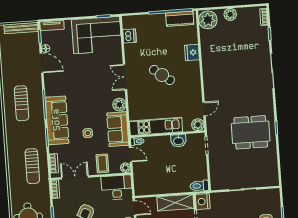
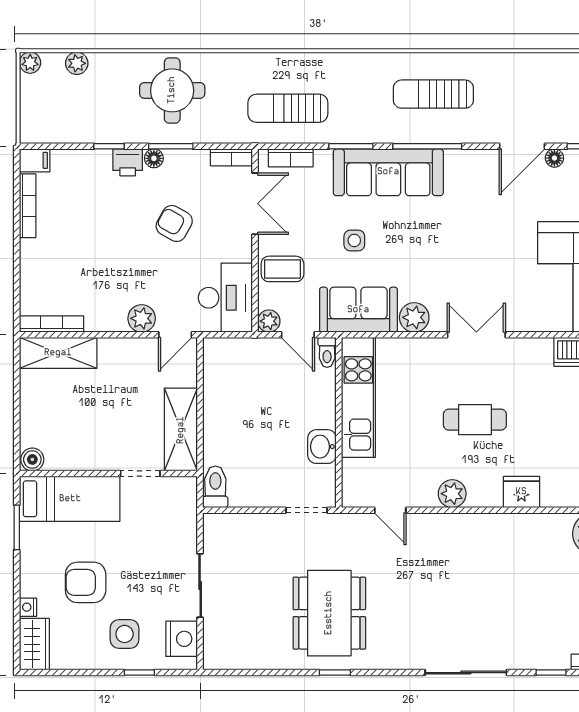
cafe table: (162, 75) -> (475, 420), turned 53
plant: (198, 125) -> (452, 494), moved
door: (131, 155) -> (298, 335), hinge flipped
nightstand: (203, 202) -> (182, 639), moved, turned 90

